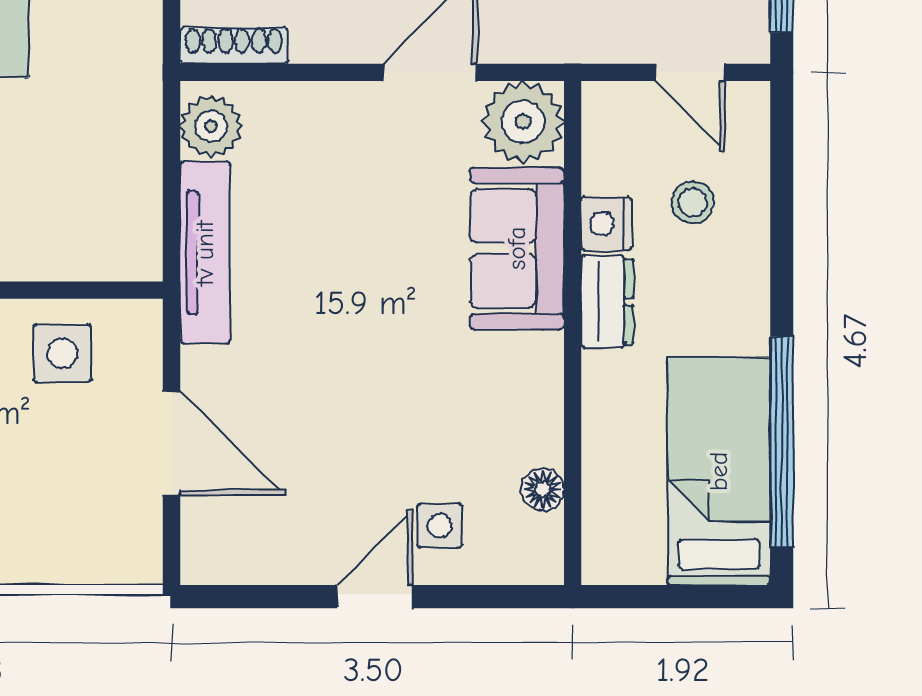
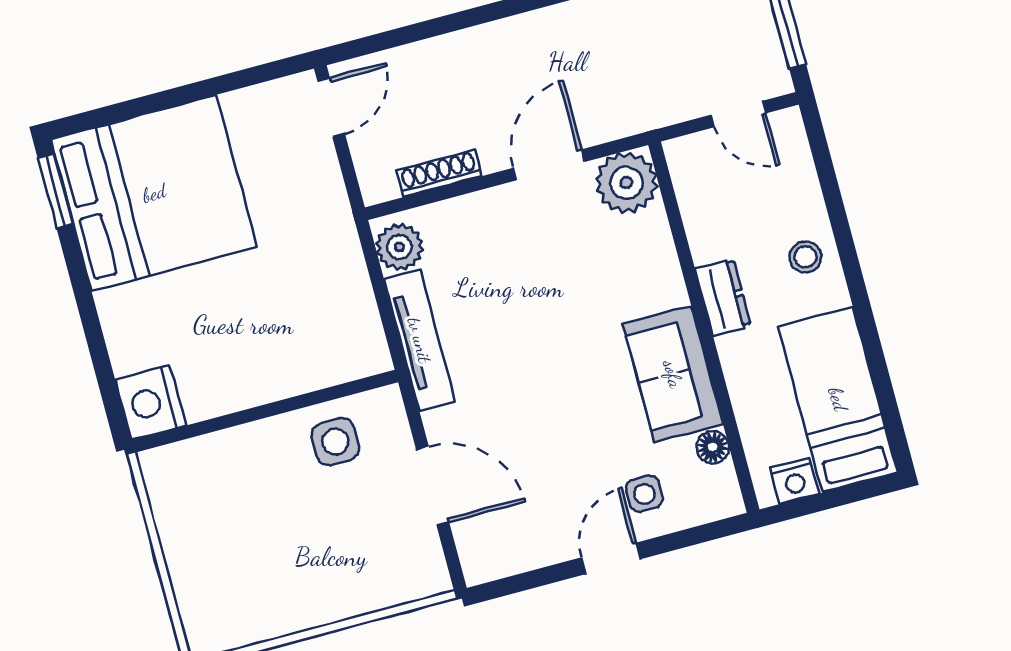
shoe rack: (234, 46) -> (439, 173), moved
stool: (693, 203) -> (805, 257), moved
nightstand: (606, 224) -> (795, 481), moved, turned -90
sofa: (517, 248) -> (673, 374), moved
window: (782, 442) -> (878, 366), removed

